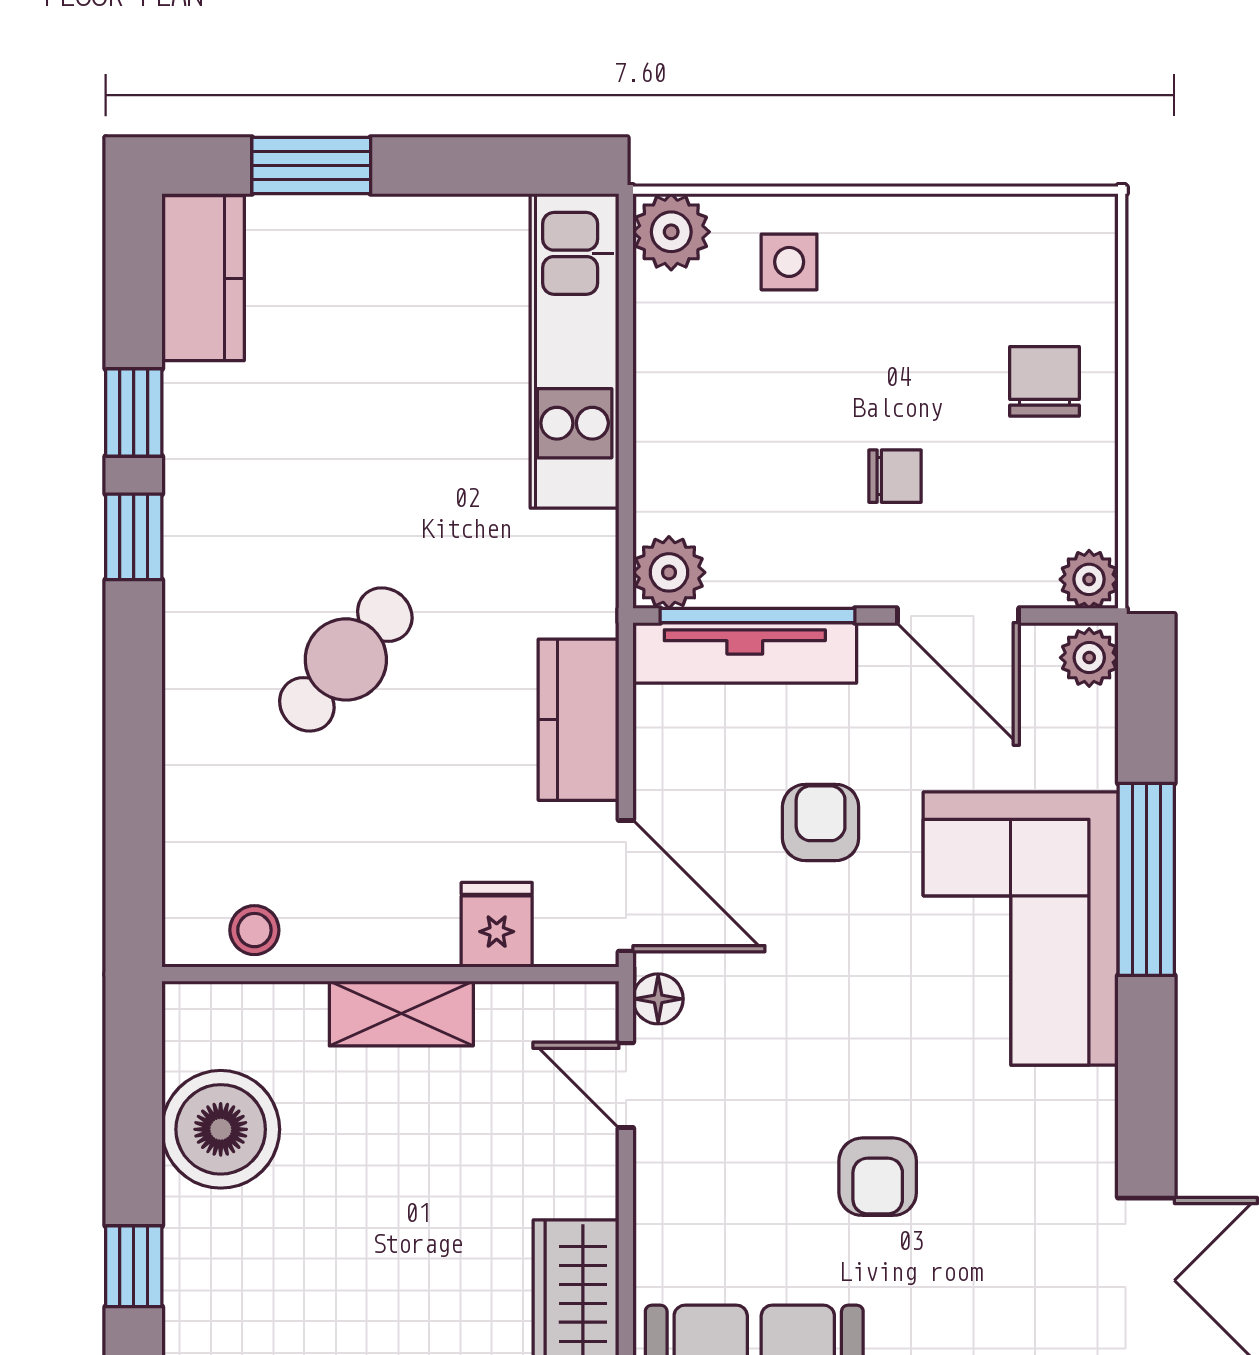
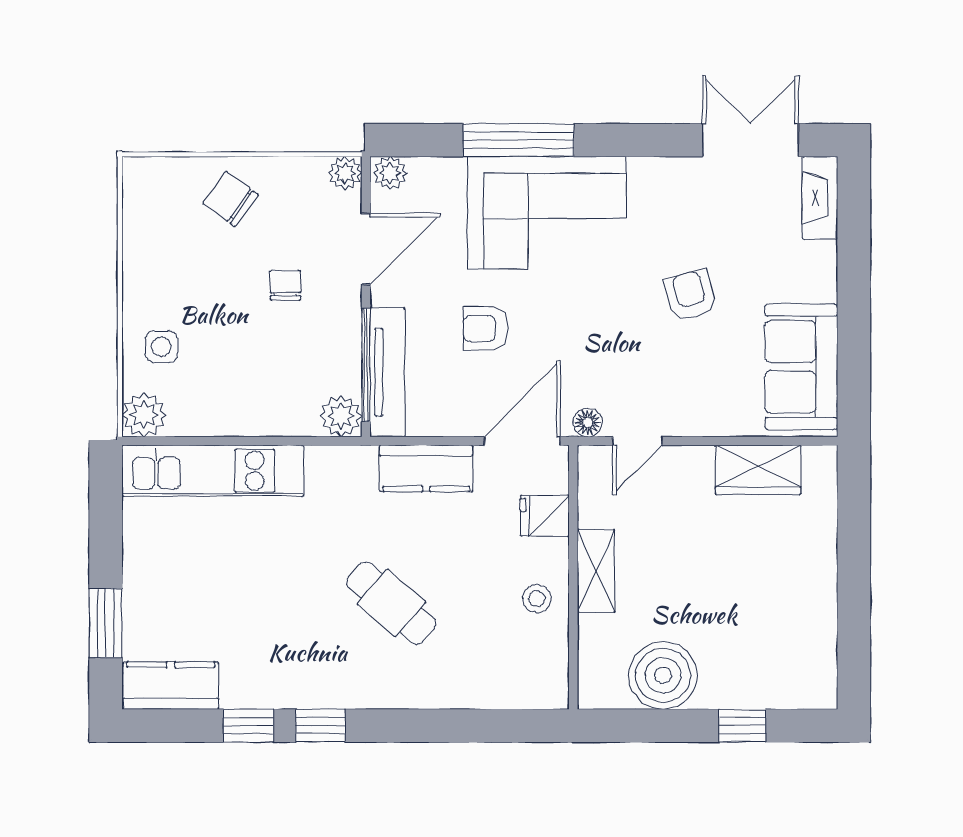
chair: (1045, 381) -> (230, 199), turned 36
stool: (254, 930) -> (537, 599), moved
armchair: (878, 1177) -> (690, 295), turned -105

